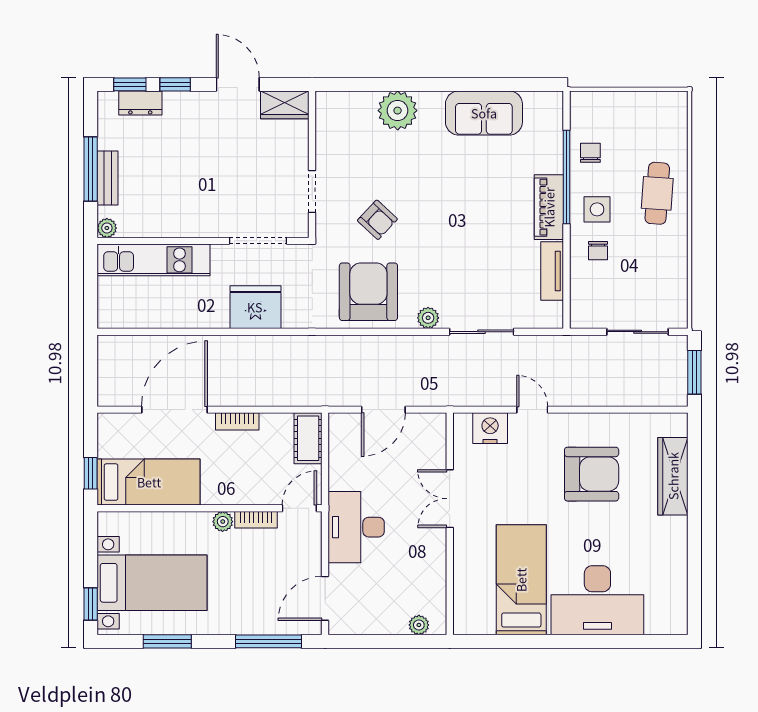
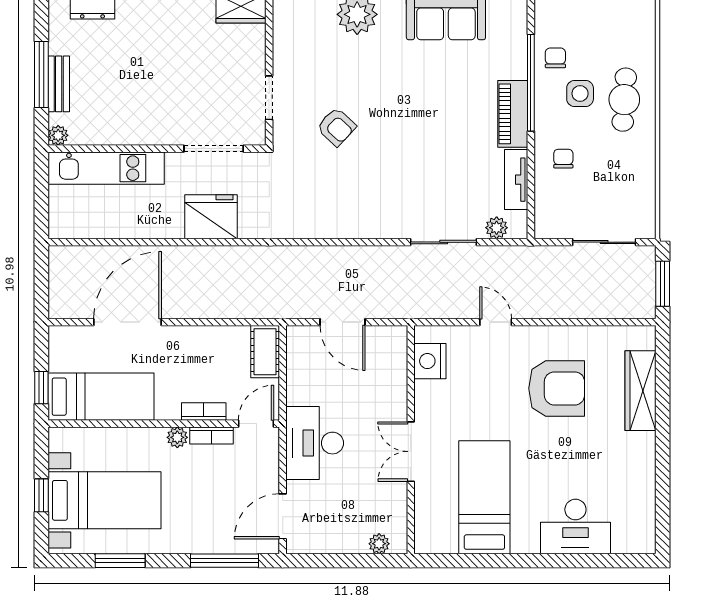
side table: (597, 209) -> (580, 94), moved
chair: (598, 251) -> (563, 159), turned 180
armchair: (368, 292) -> (327, 201), removed
plant: (428, 318) -> (497, 228), moved
door: (383, 410) -> (343, 322), hinge flipped
bookcase: (237, 421) -> (204, 412), moved, turned 180
nightstand: (490, 428) -> (430, 361), moved, turned -90
double door: (450, 499) -> (411, 452), moved
desk: (597, 600) -> (575, 527), width x0.73, depth x0.77
window: (91, 604) -> (41, 495), moved

